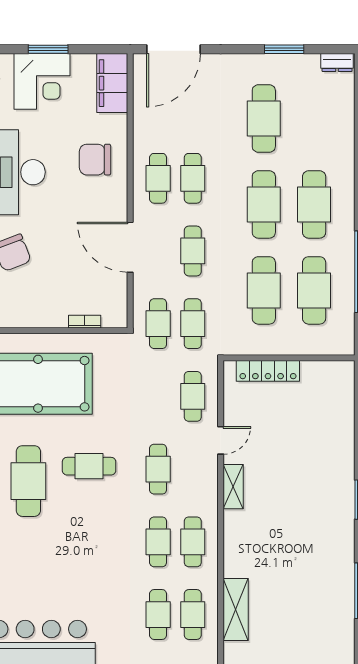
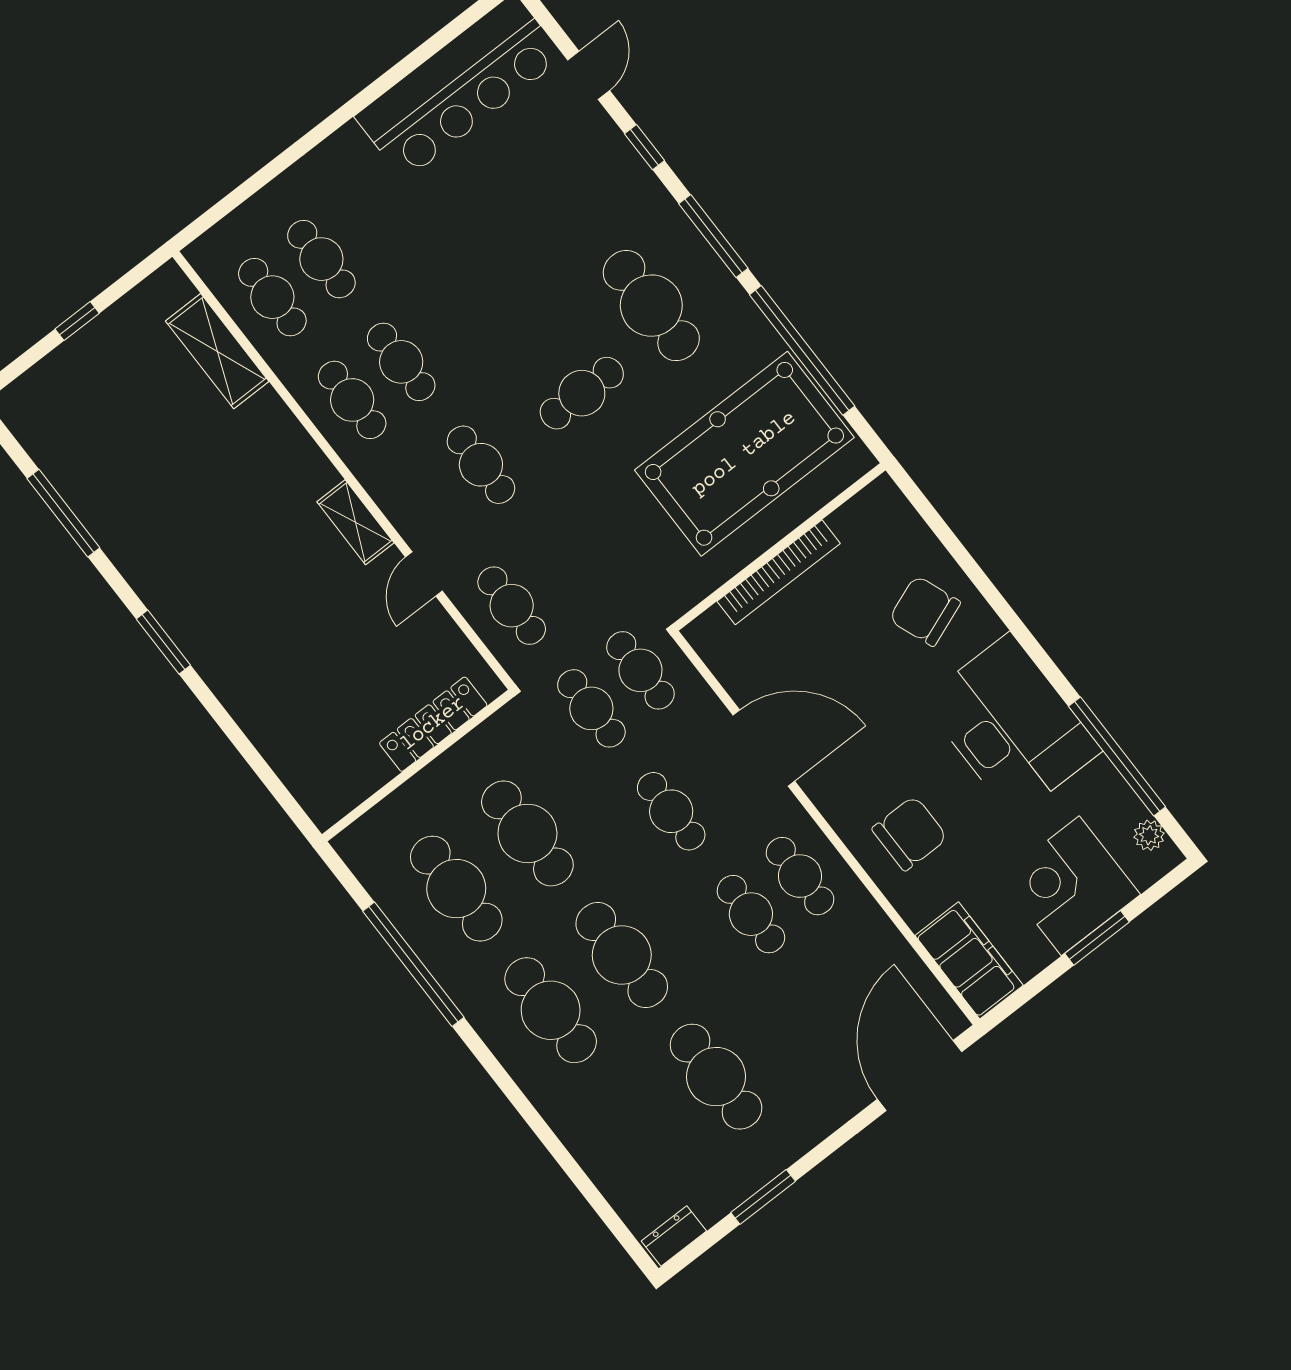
bookcase: (85, 322) -> (779, 572), width x2.31, depth x1.31

